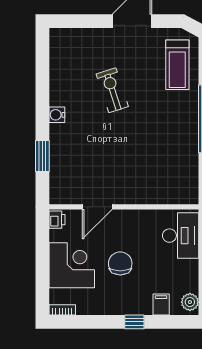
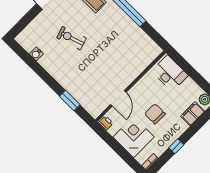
water cooler: (57, 115) -> (36, 54), moved
filing cabinet: (161, 305) -> (193, 114), width x2.00
window: (134, 322) -> (176, 146), moved

